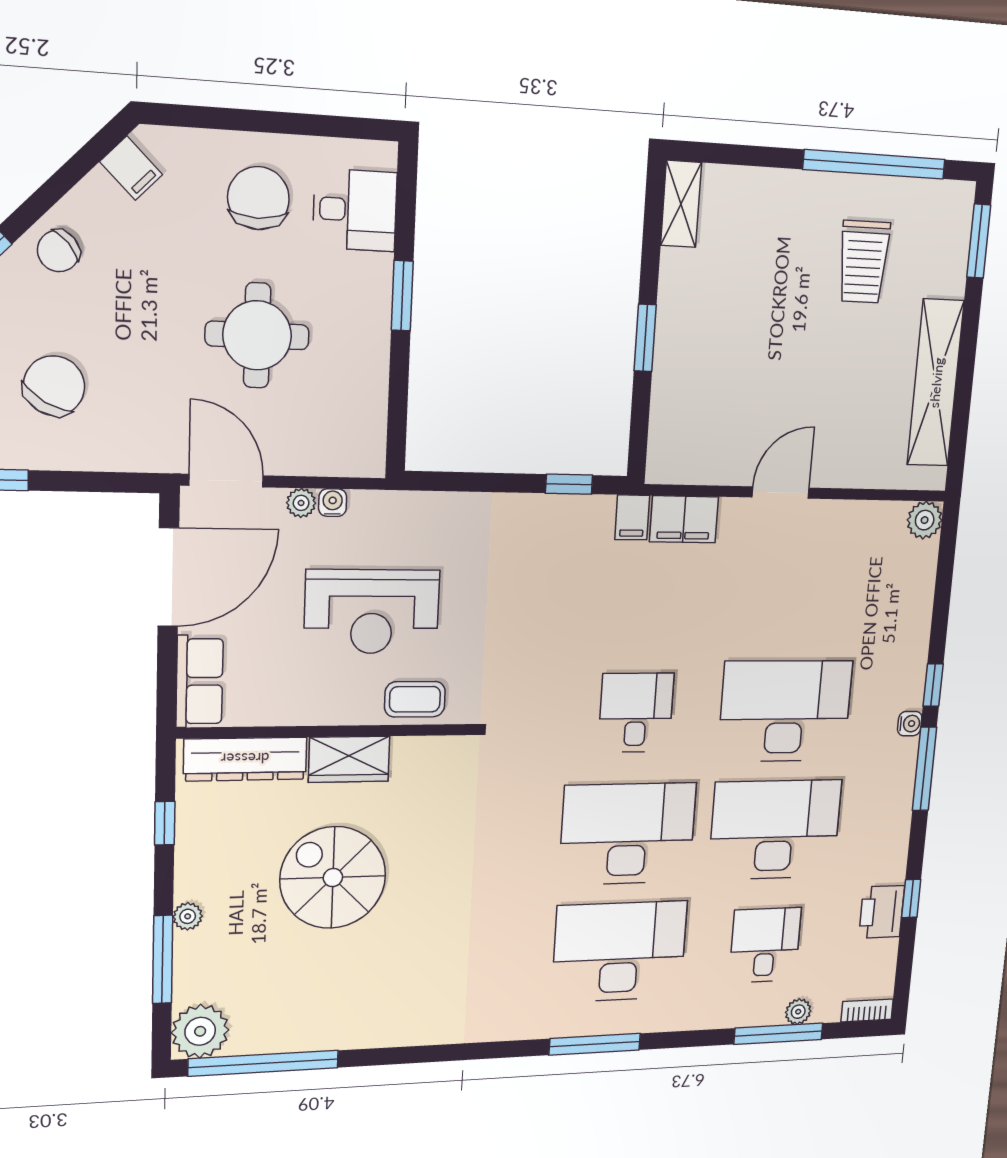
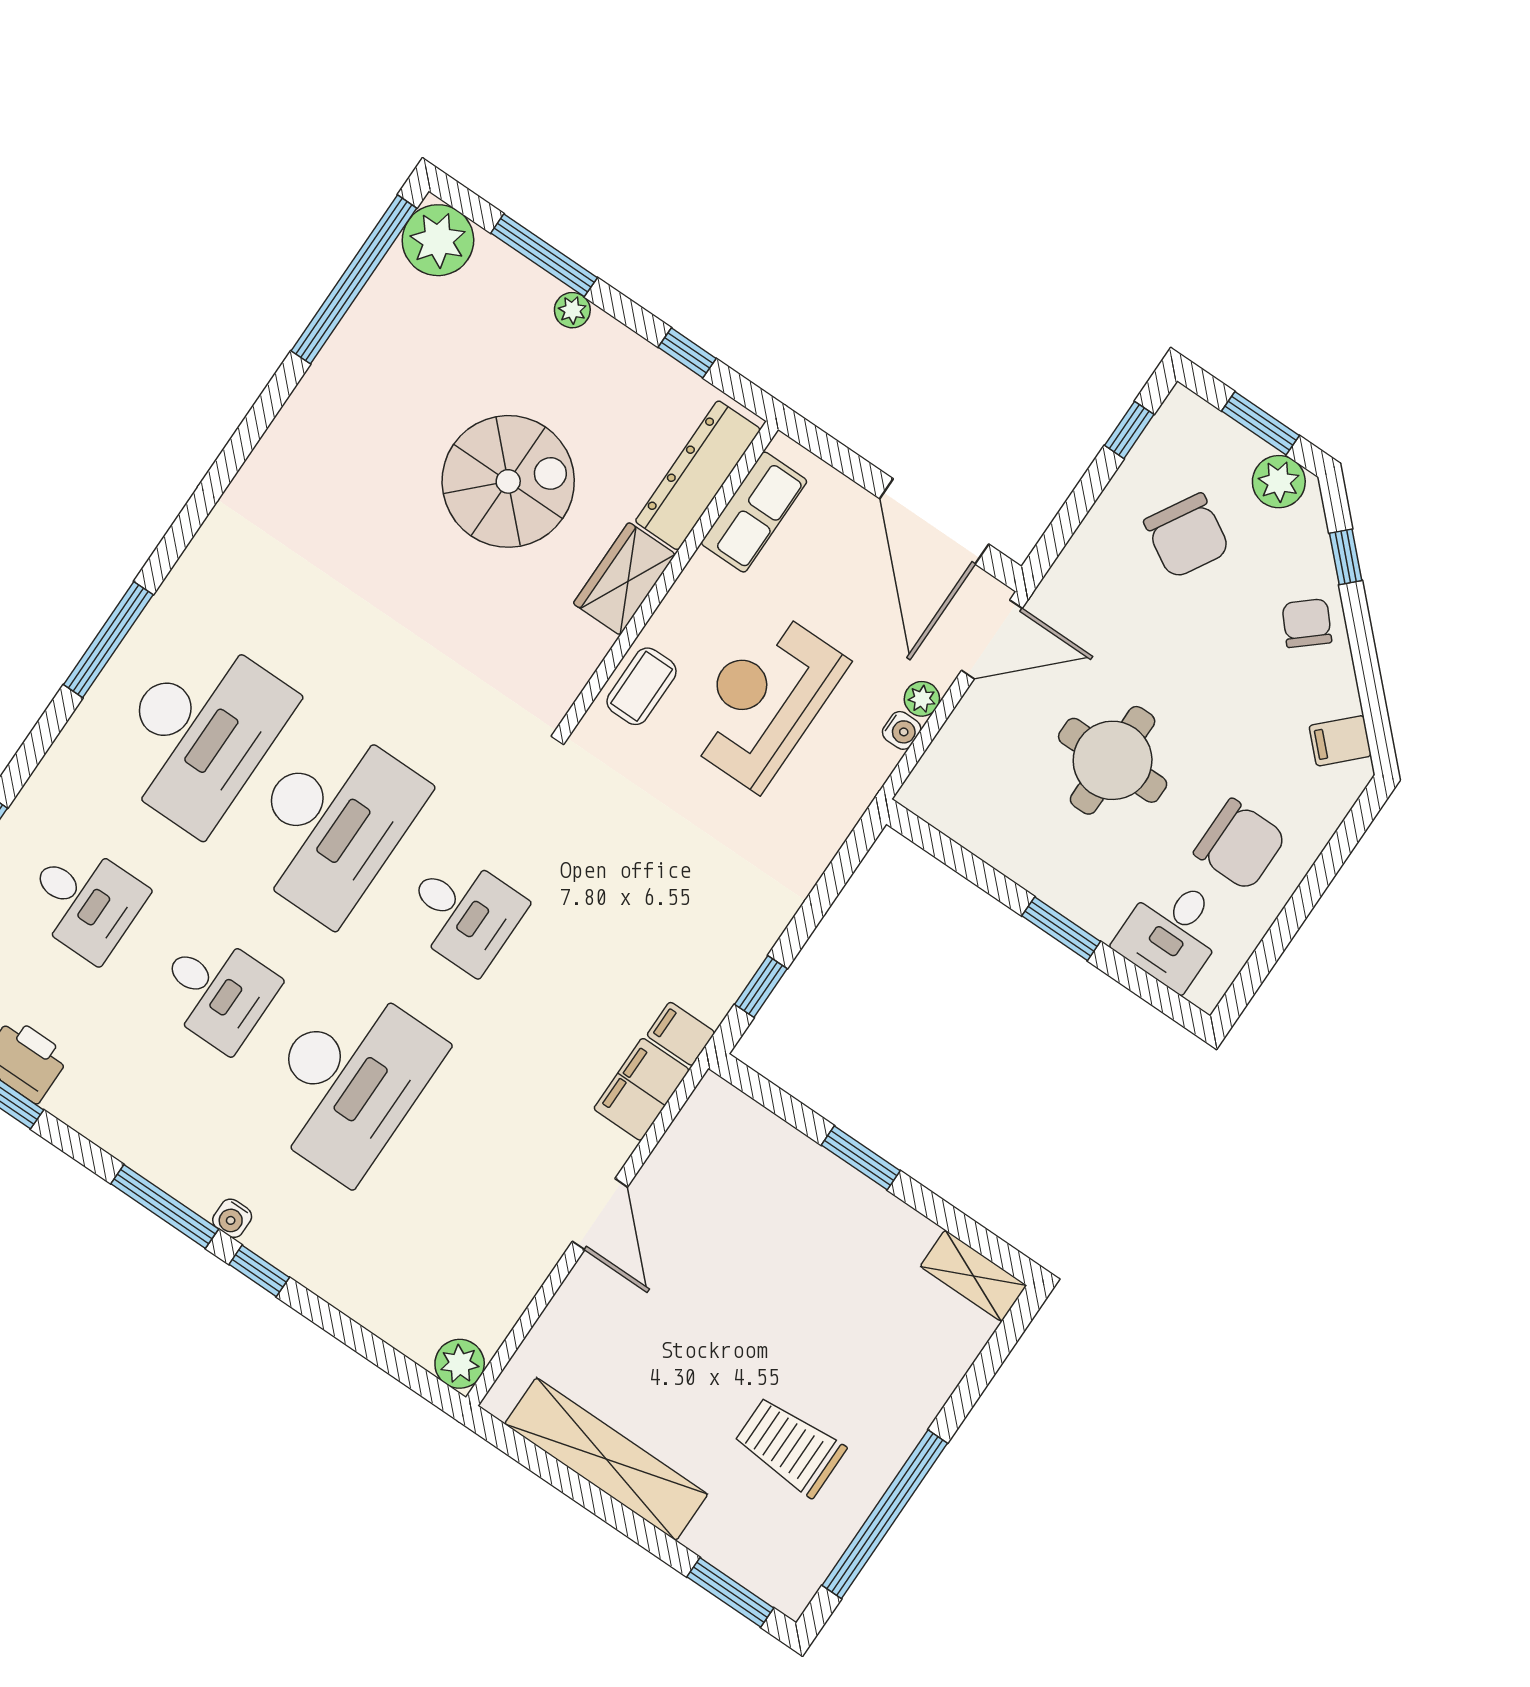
row of seats: (200, 681) -> (754, 512), moved, turned -90
desk: (775, 830) -> (217, 991), width x0.53, depth x0.77

